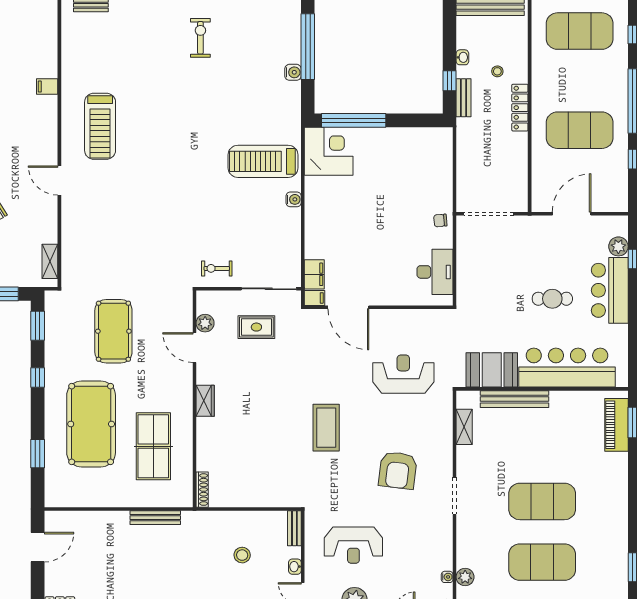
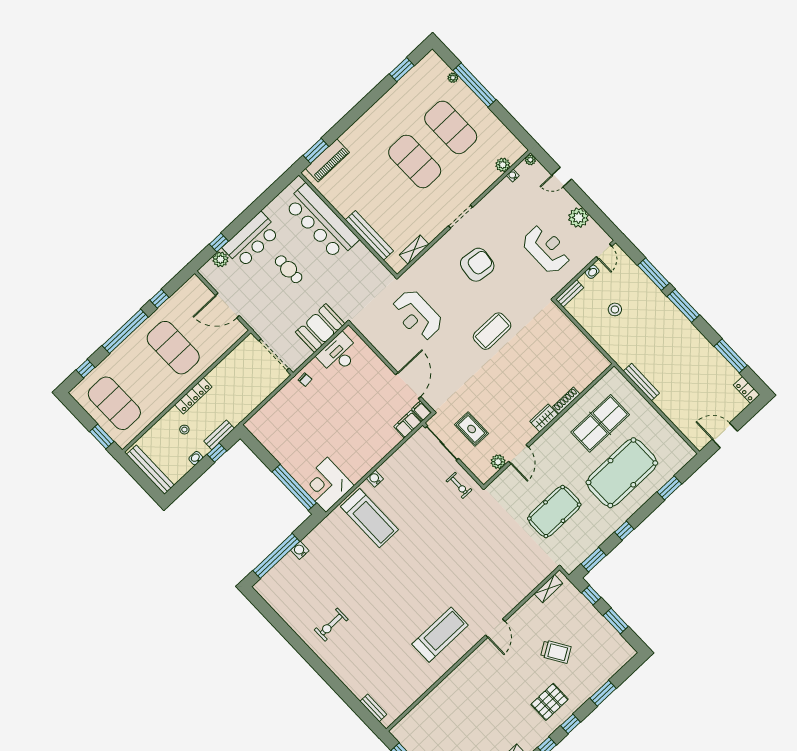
filing cabinet: (47, 87) -> (446, 688), removed
booth: (492, 370) -> (320, 328), moved, turned 90
shoe rack: (202, 490) -> (566, 400), moved

